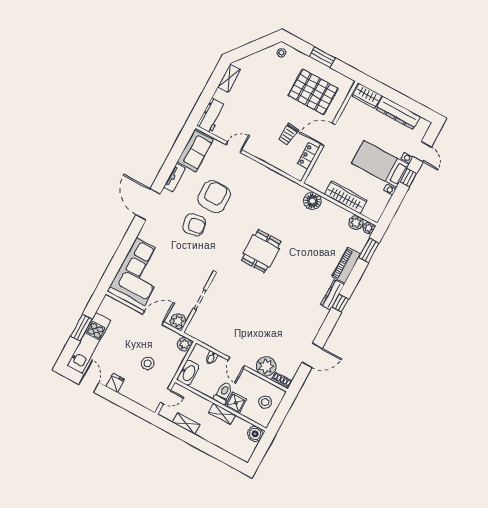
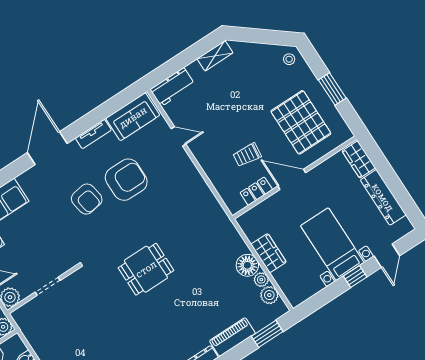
wardrobe: (346, 197) -> (269, 253), width x0.67
floor lamp: (312, 201) -> (247, 265), moved
plant: (369, 228) -> (261, 280), moved

